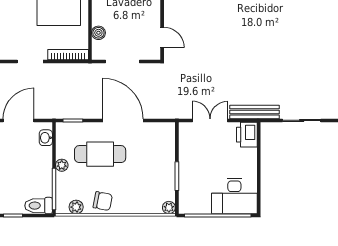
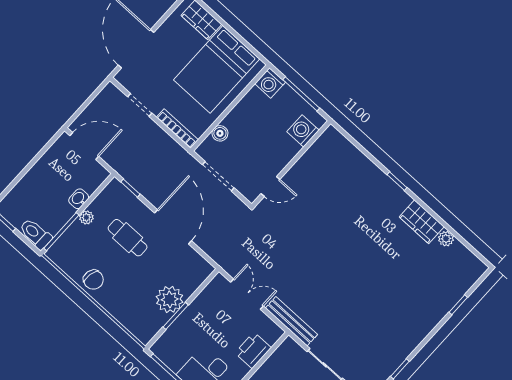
door: (162, 37) -> (270, 186), hinge flipped
printer: (247, 135) -> (253, 350), moved
washbasin: (46, 138) -> (79, 199), moved
cafe table: (100, 154) -> (128, 238), width x0.73, depth x0.74
plant: (76, 207) -> (66, 264), removed
plant: (169, 208) -> (170, 299), moved, width x1.87, depth x1.87

